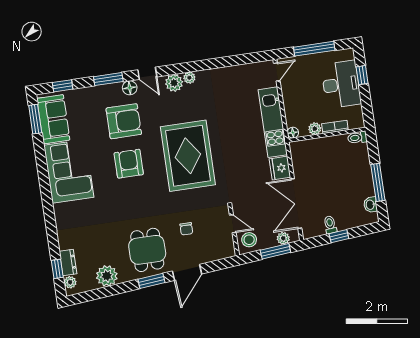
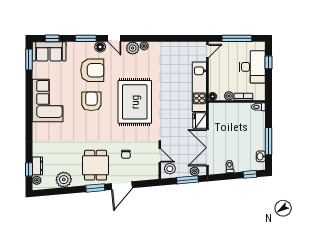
sofa: (53, 119) -> (49, 51), moved, turned 90
window: (339, 236) -> (250, 174), moved

